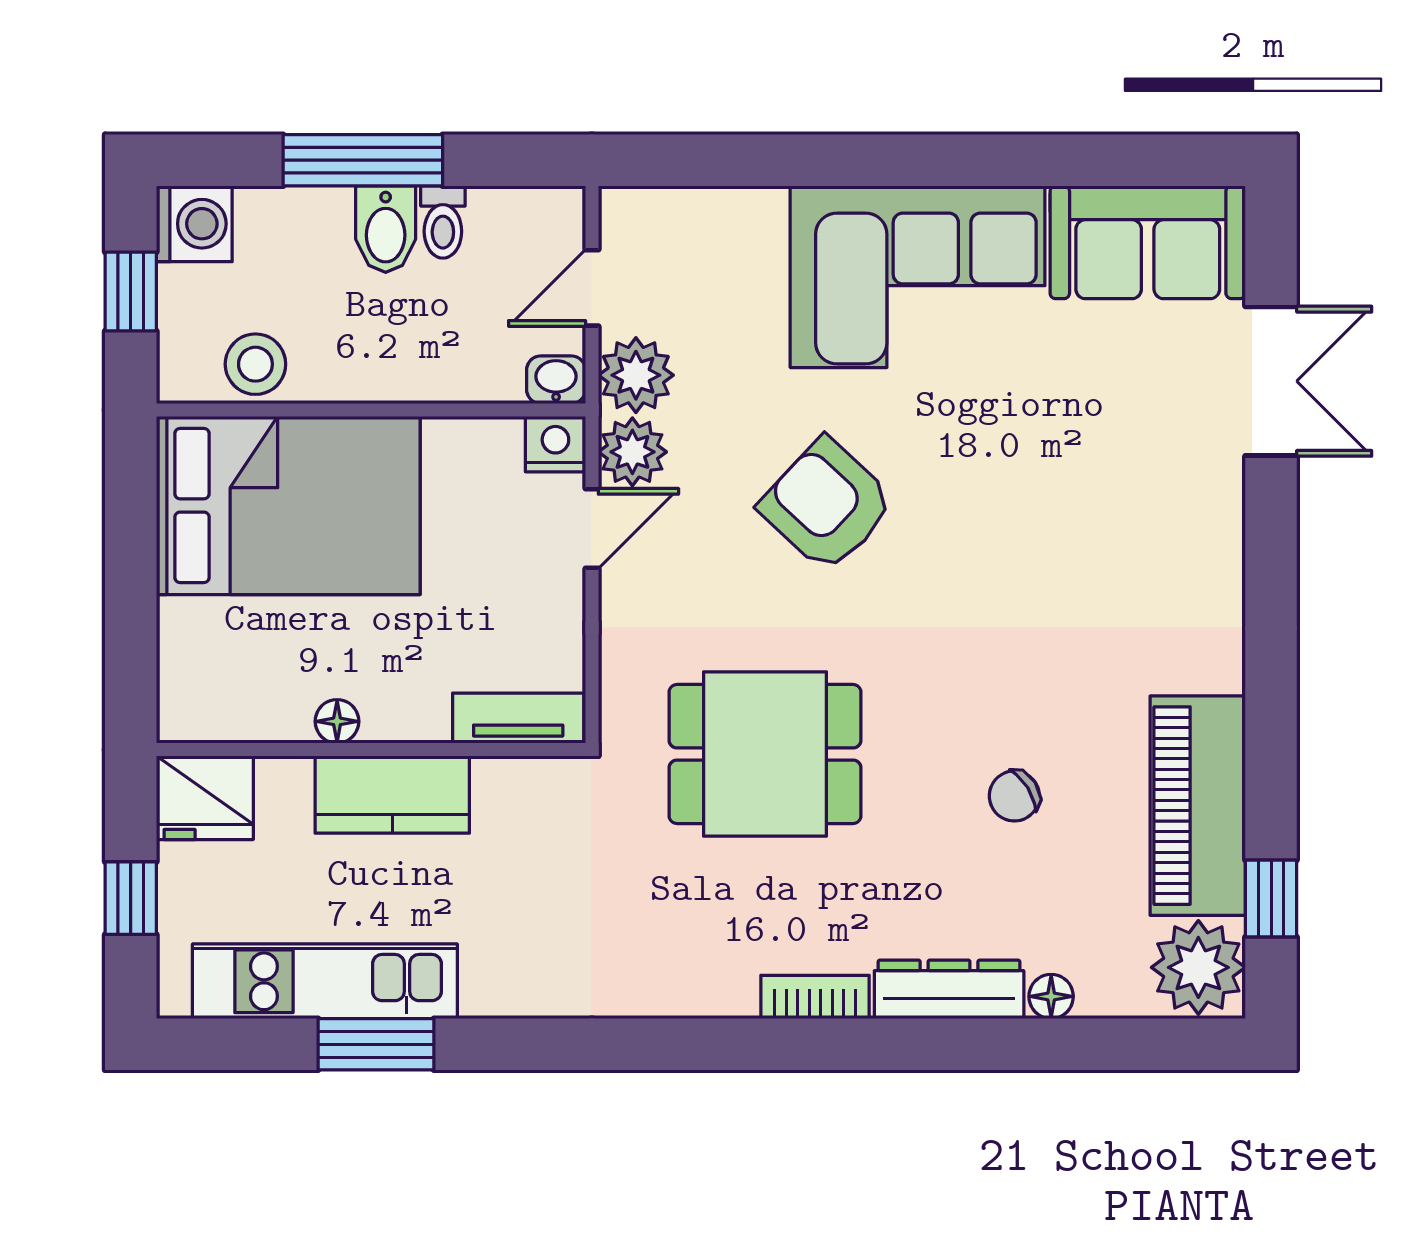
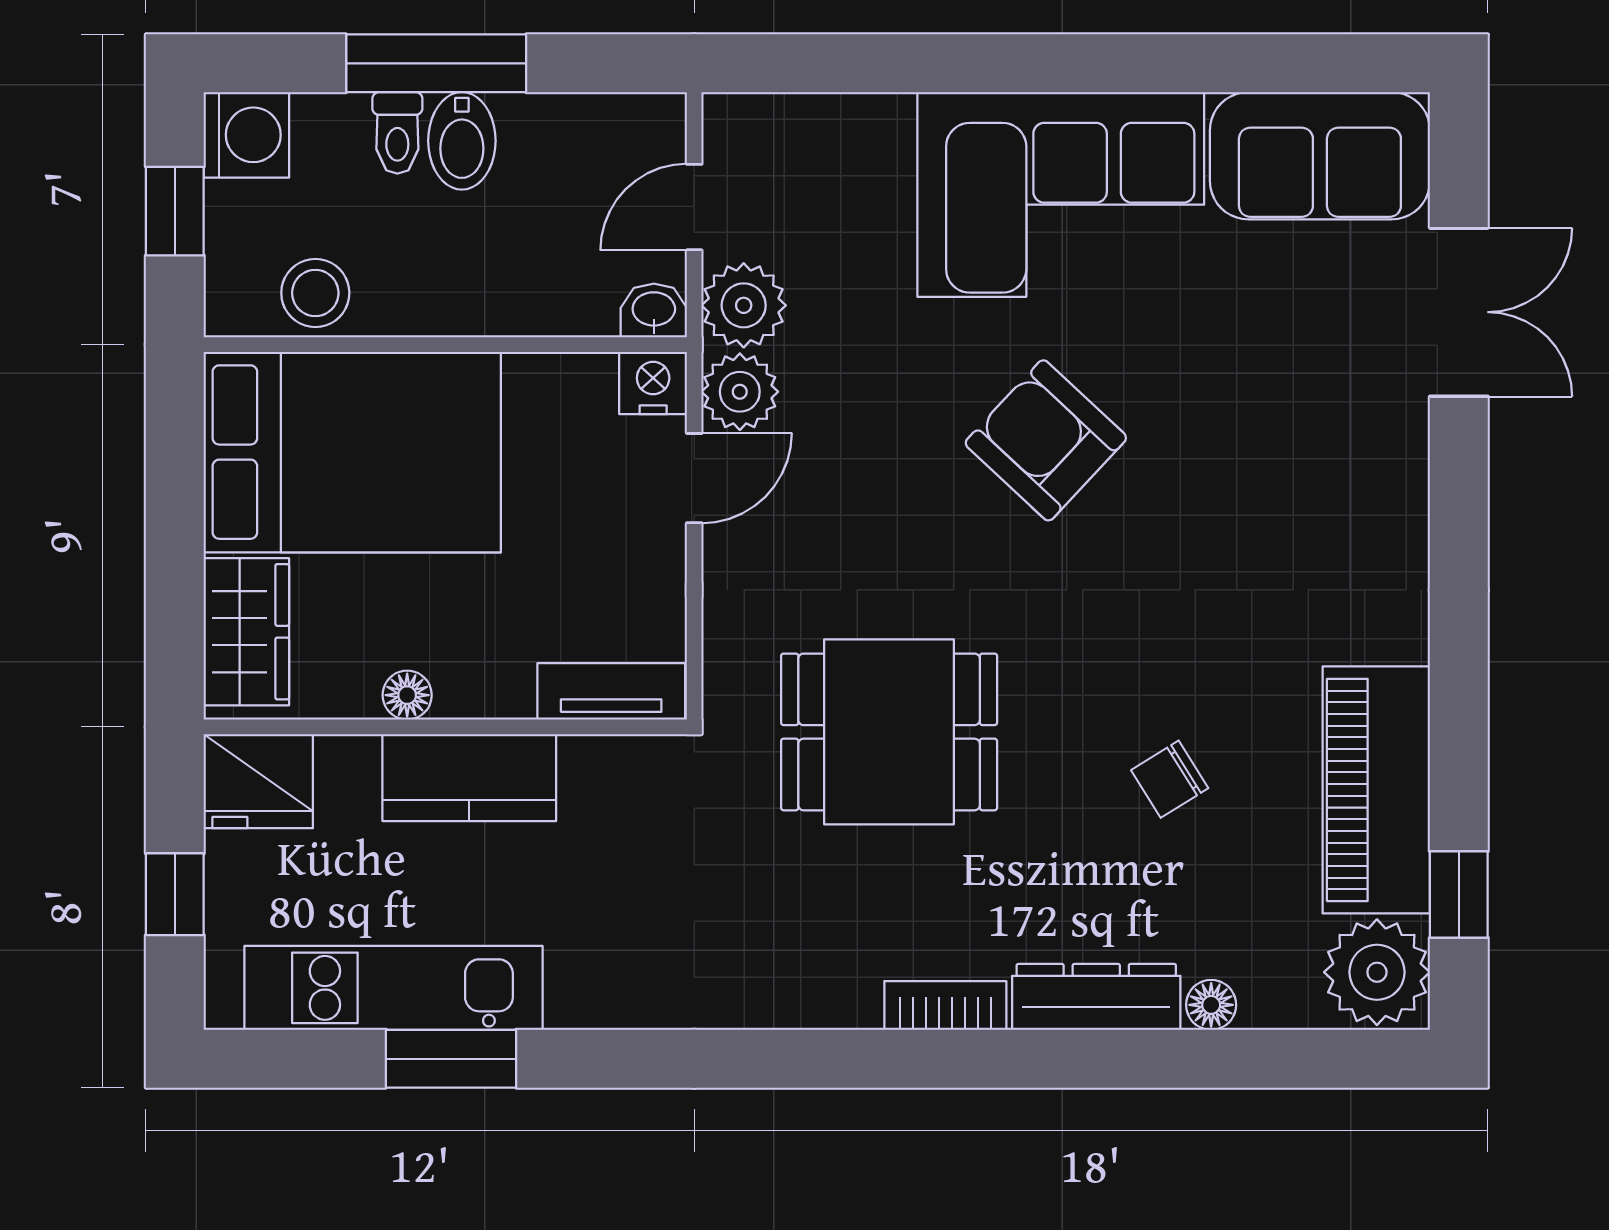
toilet: (443, 222) -> (397, 133), moved
armchair: (827, 505) -> (1046, 440), moved
wardrobe: (194, 665) -> (246, 632), added

